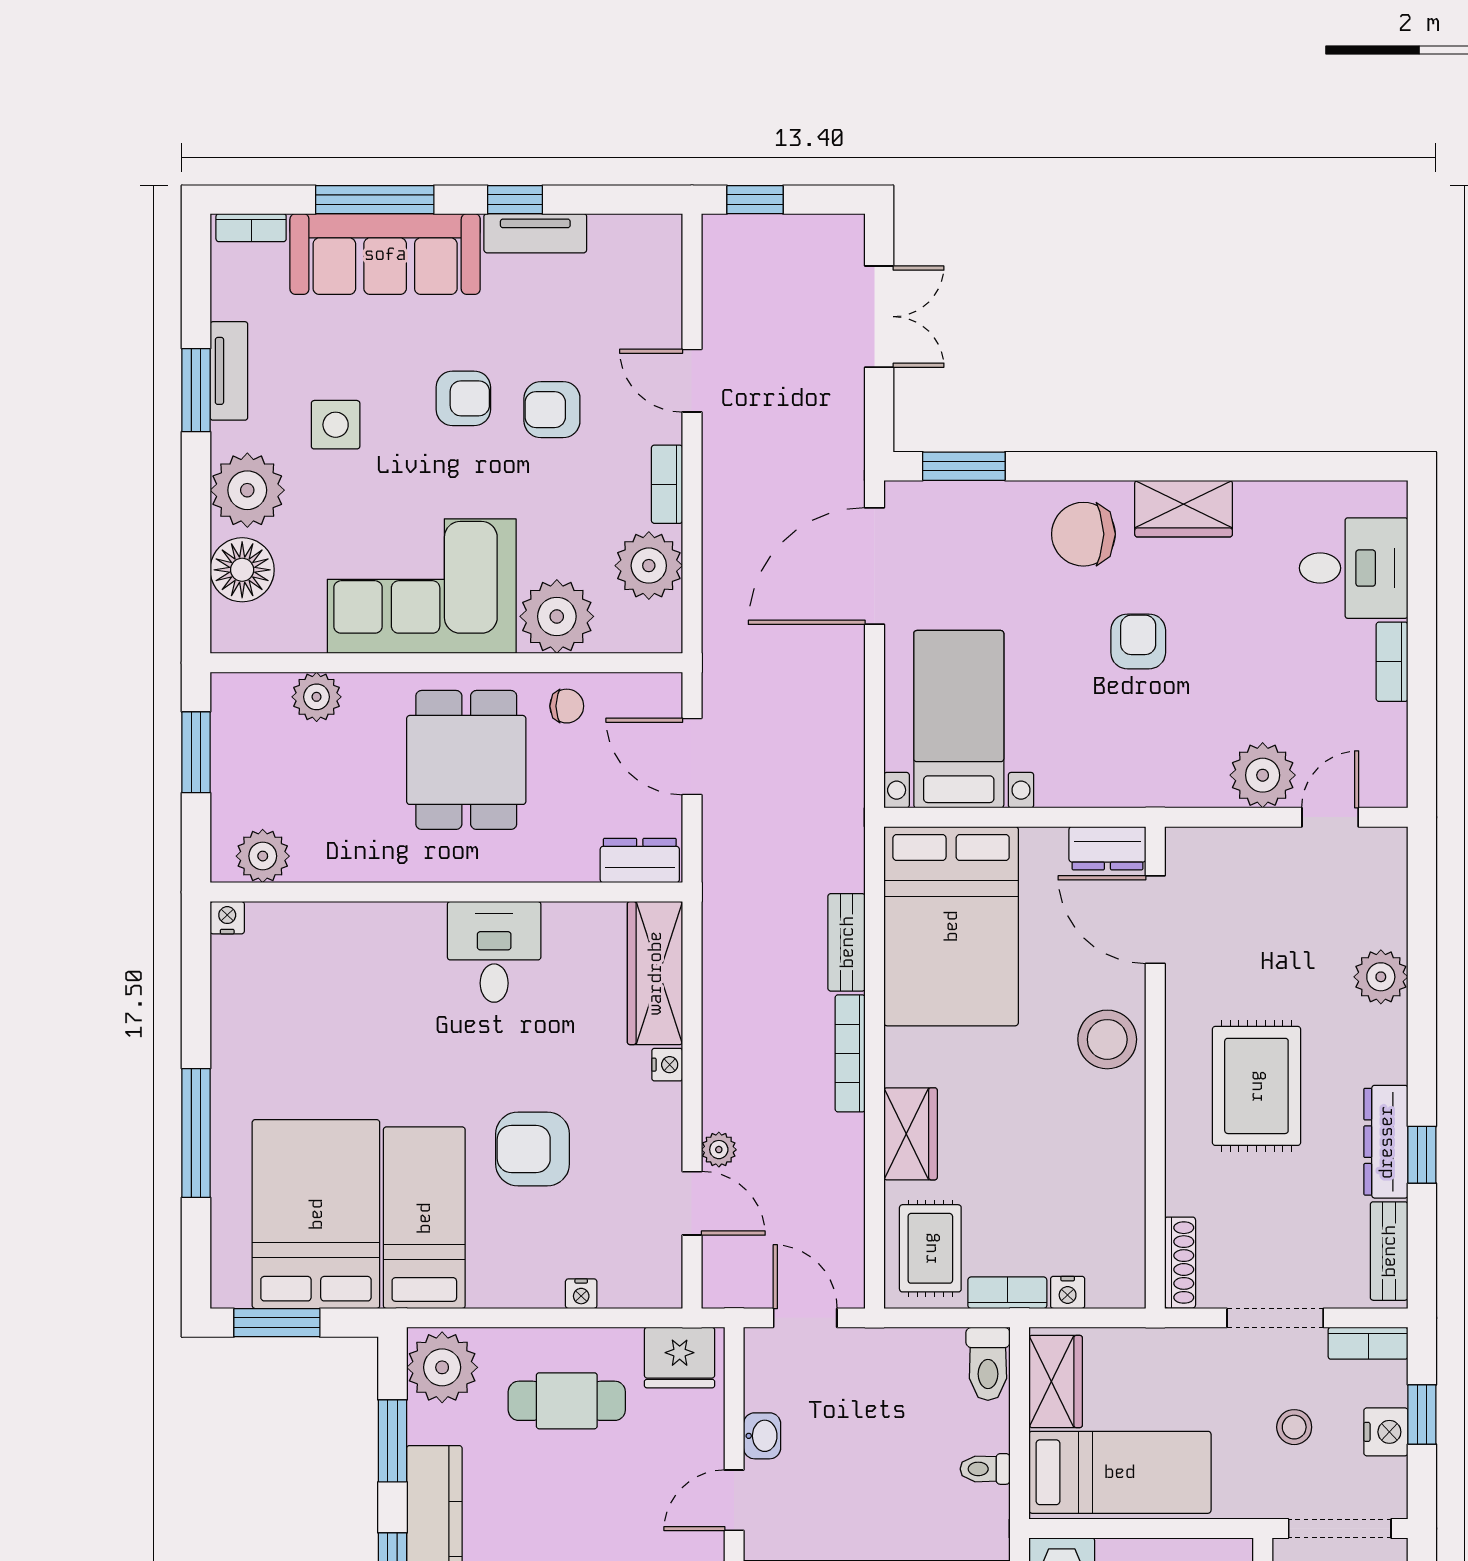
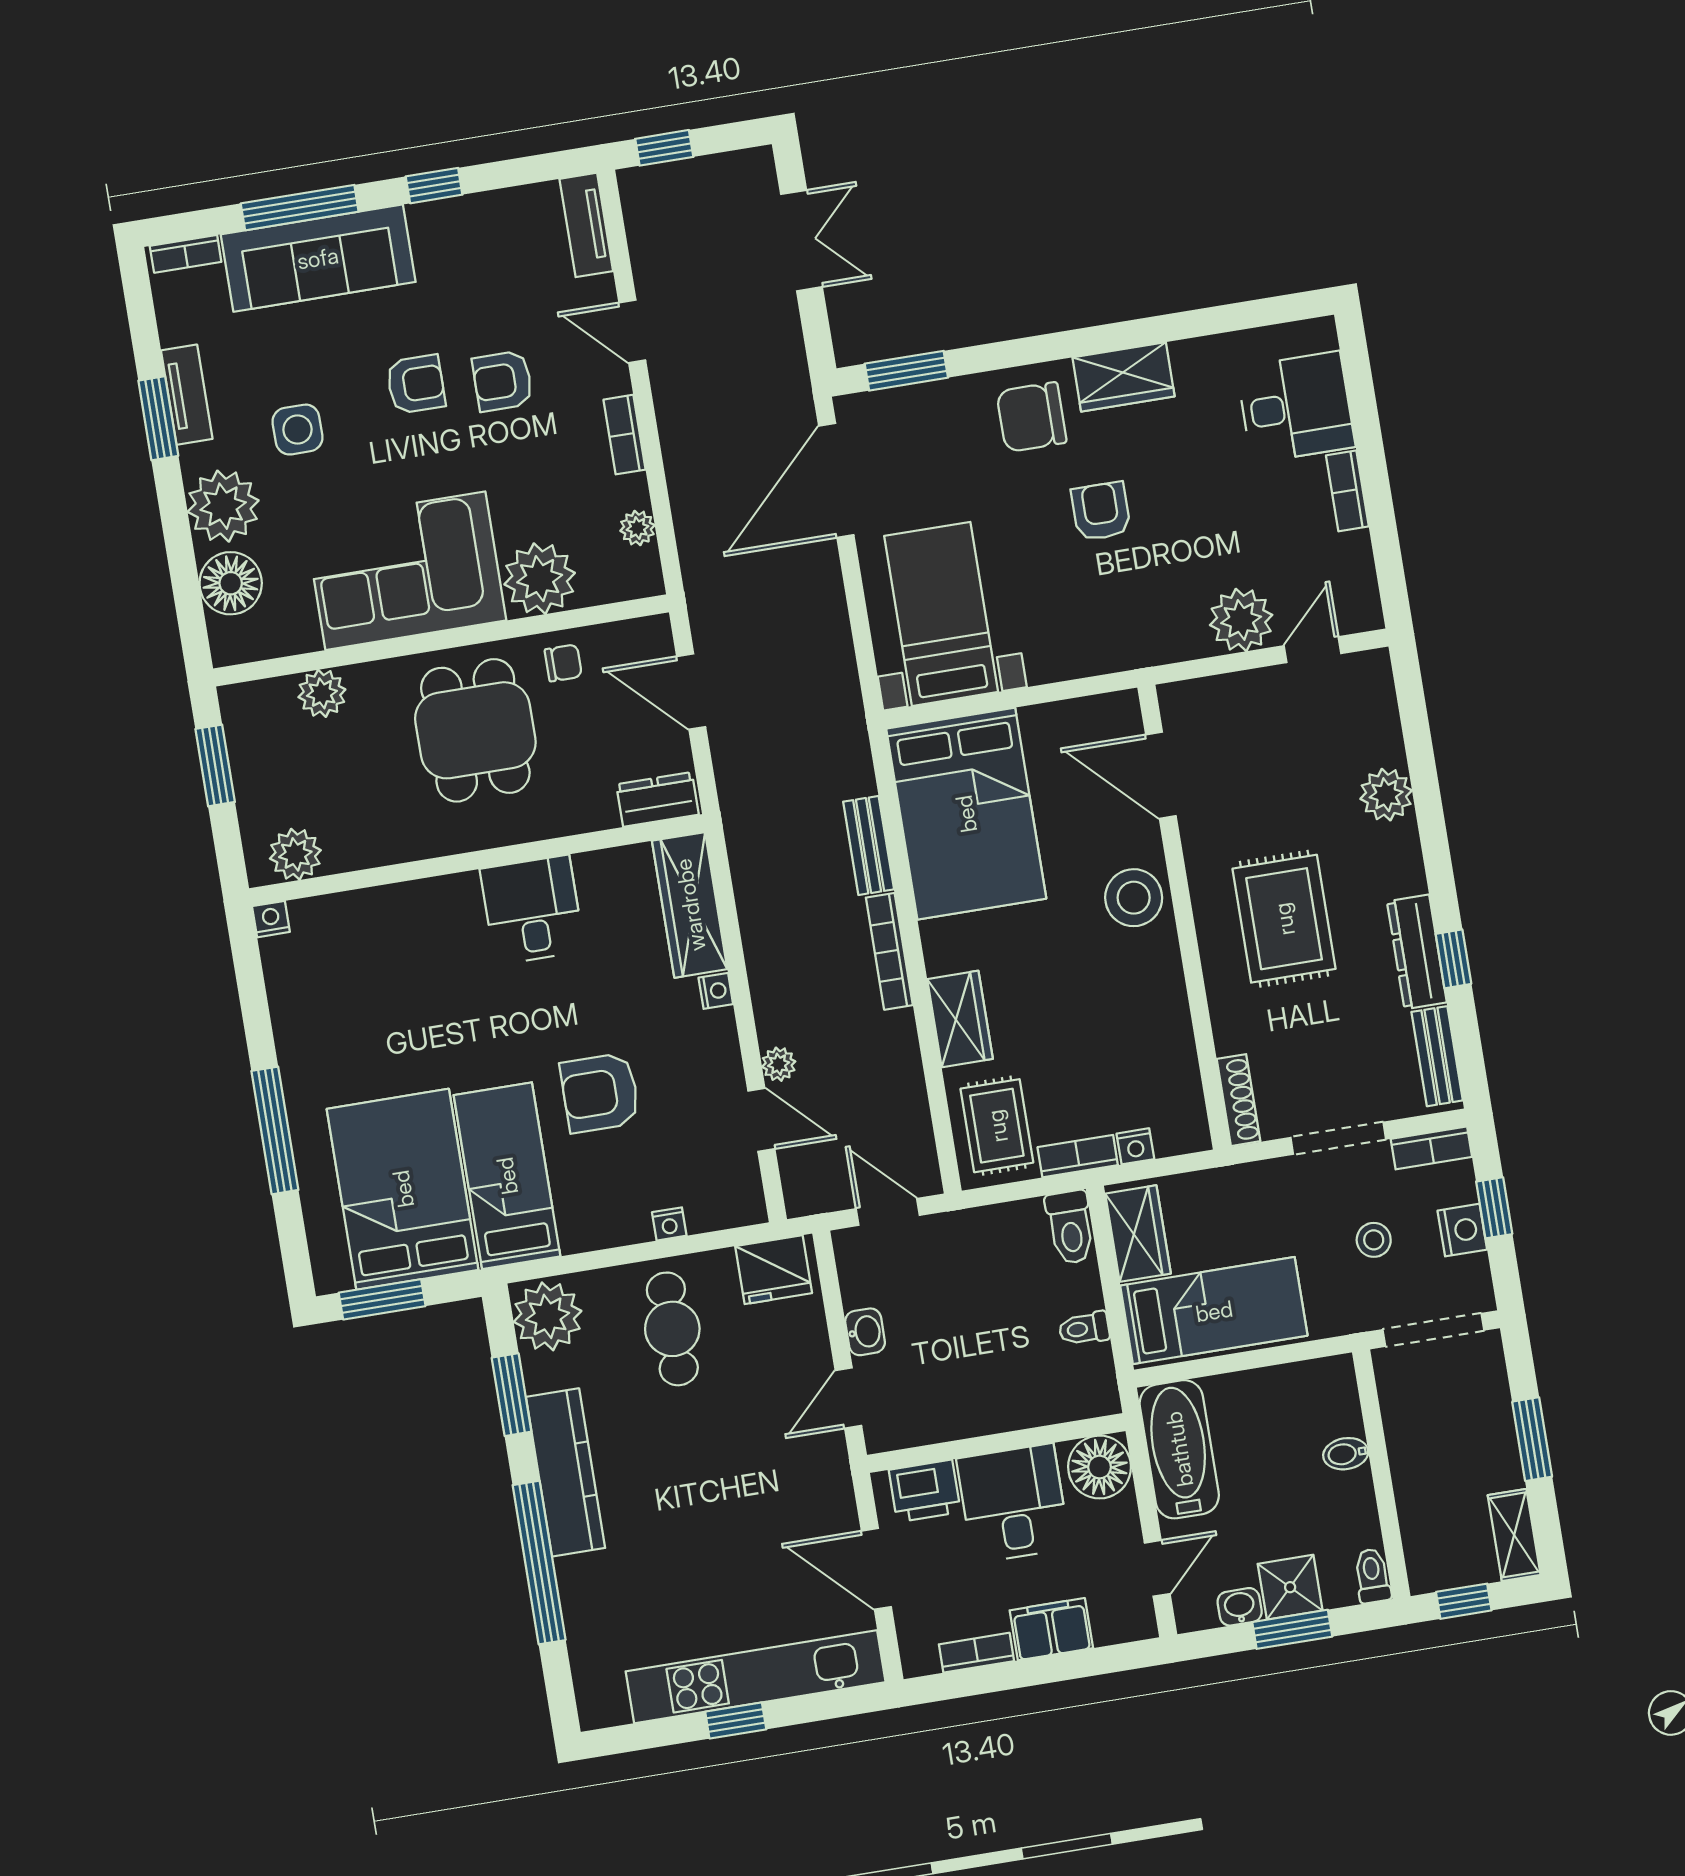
tv unit: (535, 233) -> (586, 225), moved, turned 90
plant: (649, 566) -> (637, 528), width x0.53, depth x0.53
dresser: (1107, 848) -> (1104, 714), removed
cafe table: (567, 1401) -> (672, 1329), turned 90

